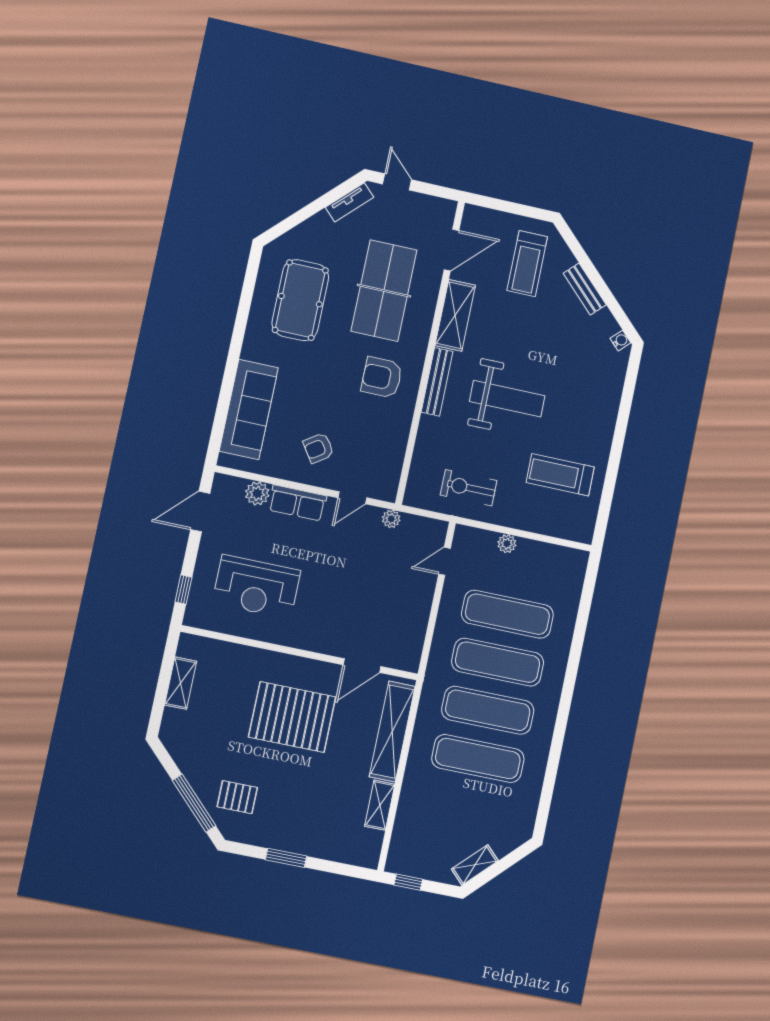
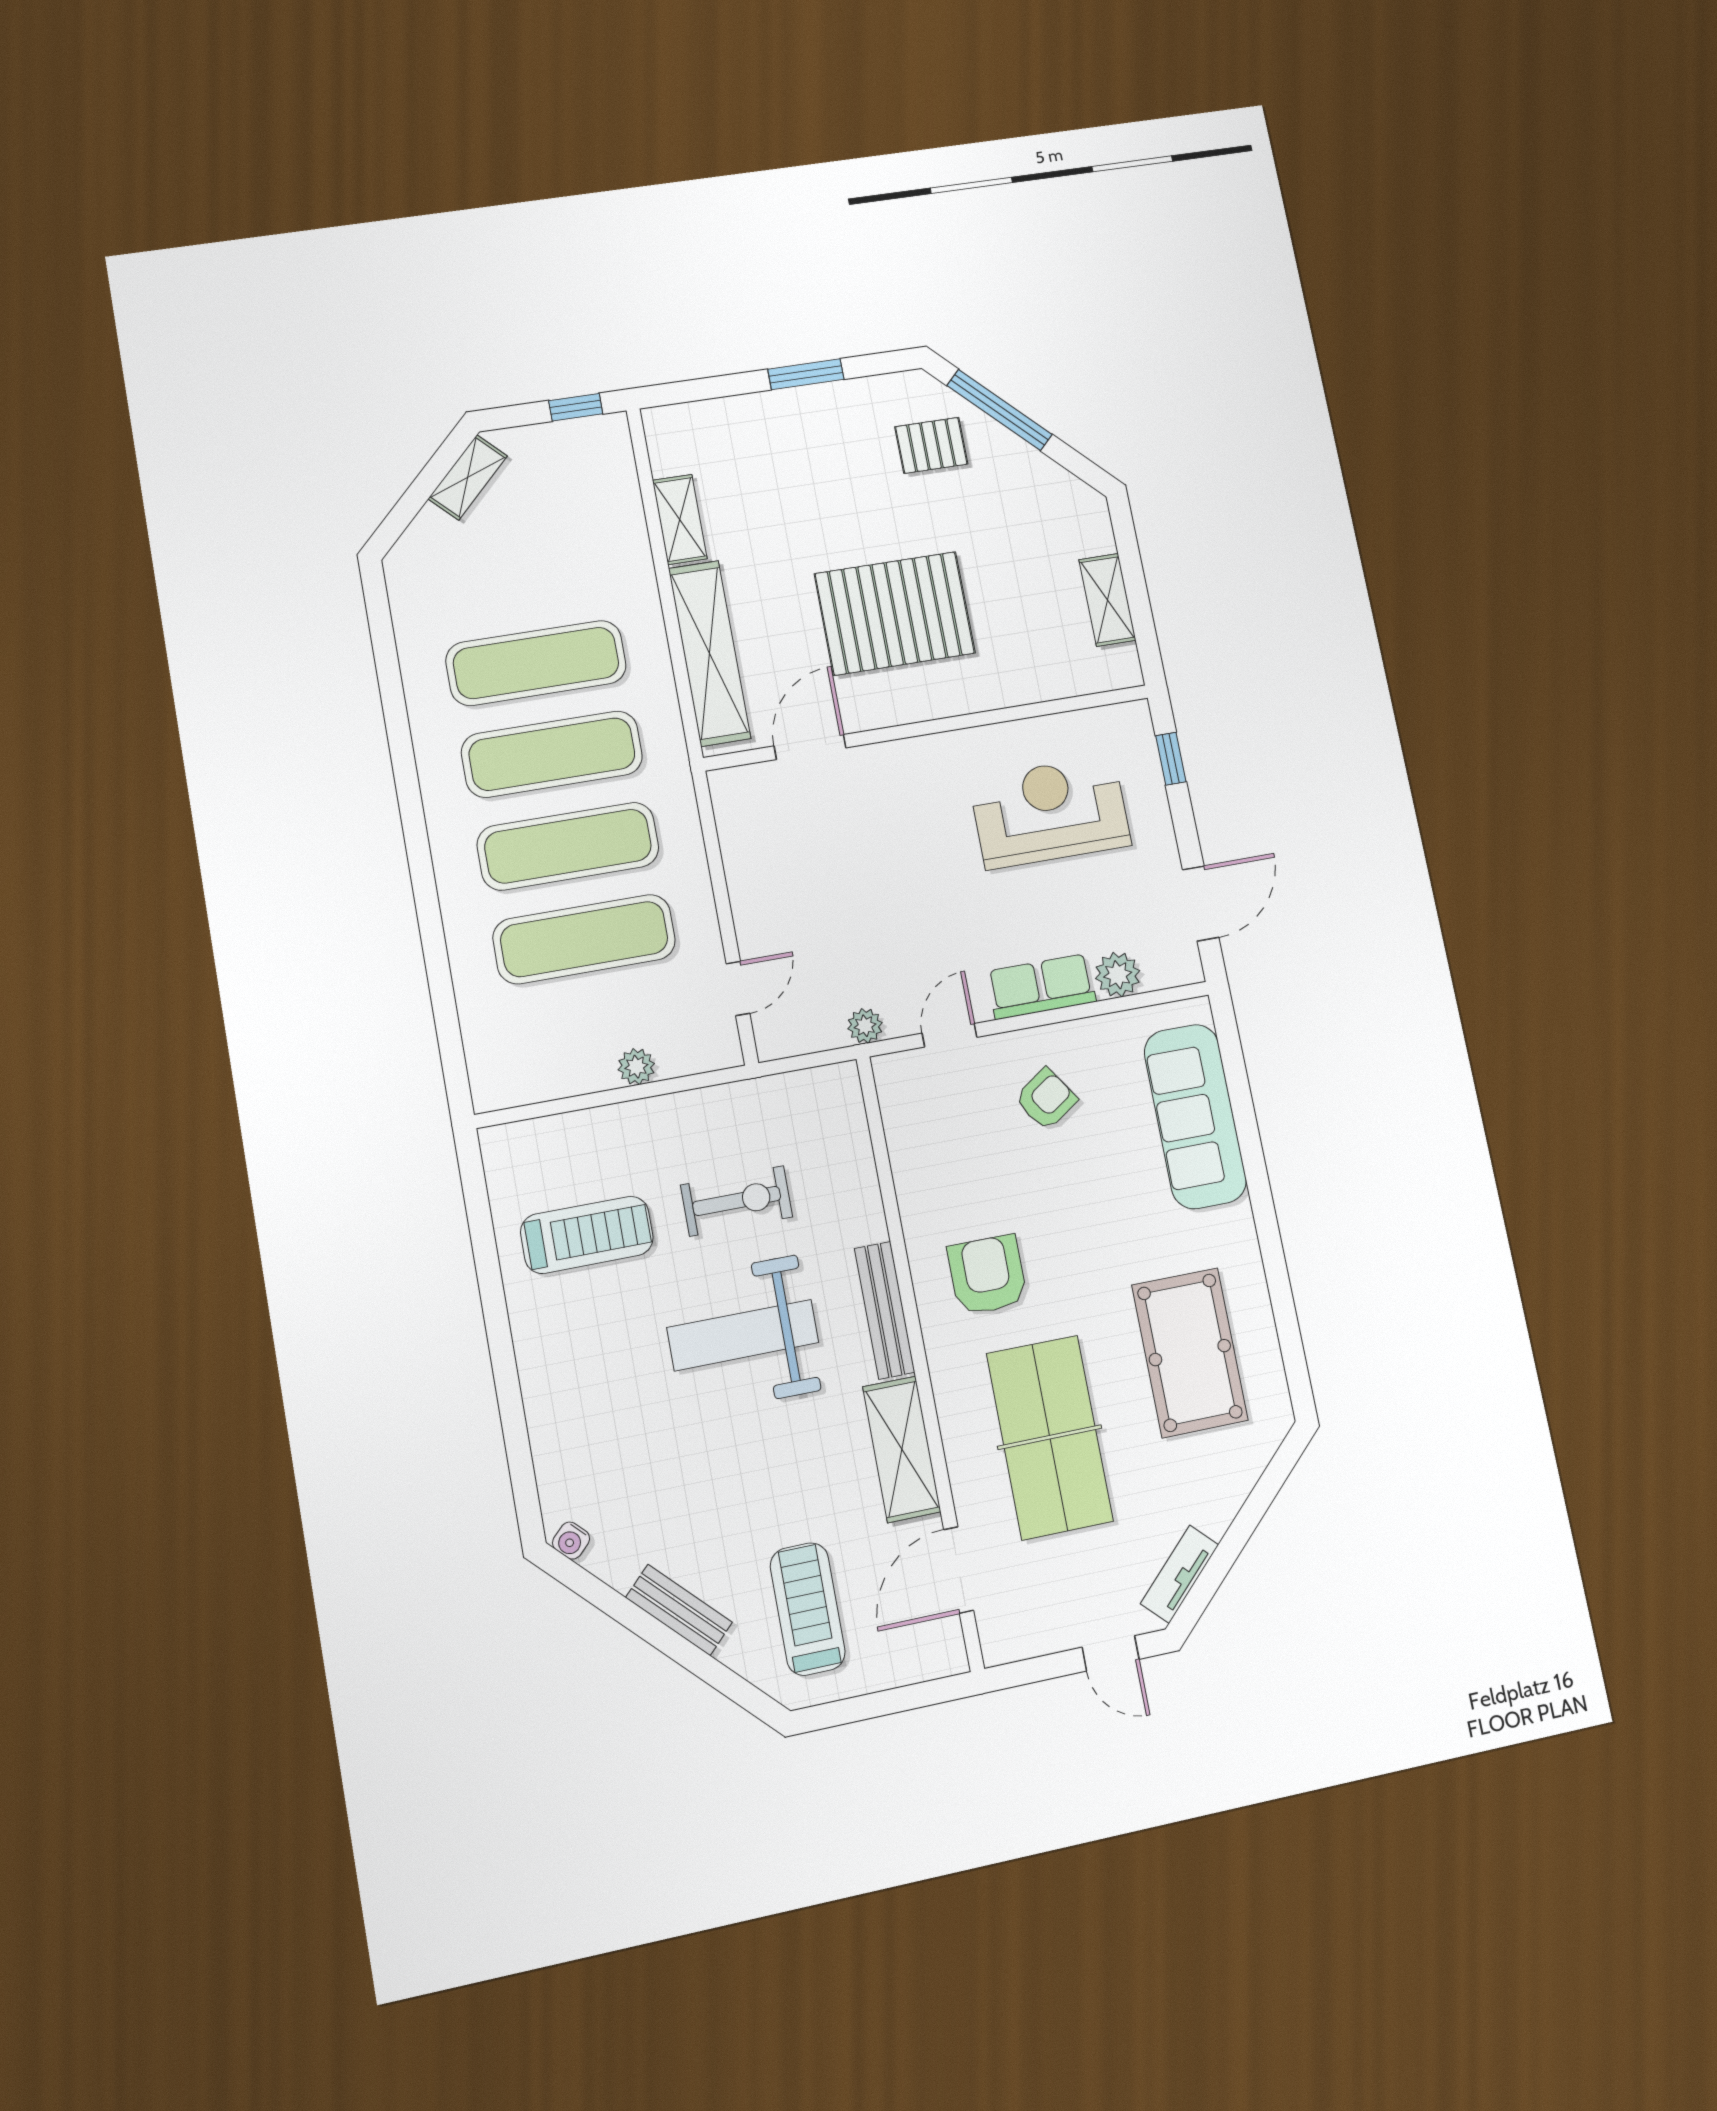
armchair: (382, 377) -> (987, 1275), turned -90
exercise bike: (469, 488) -> (737, 1201), moved

